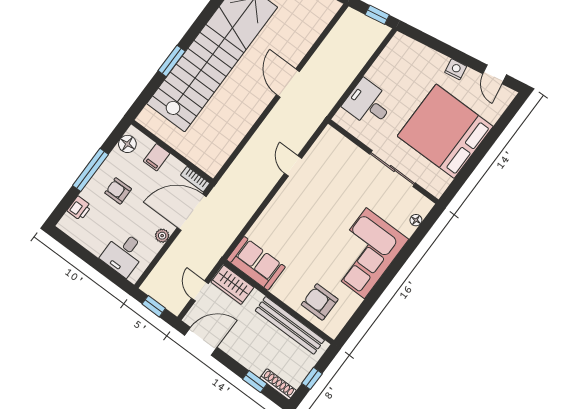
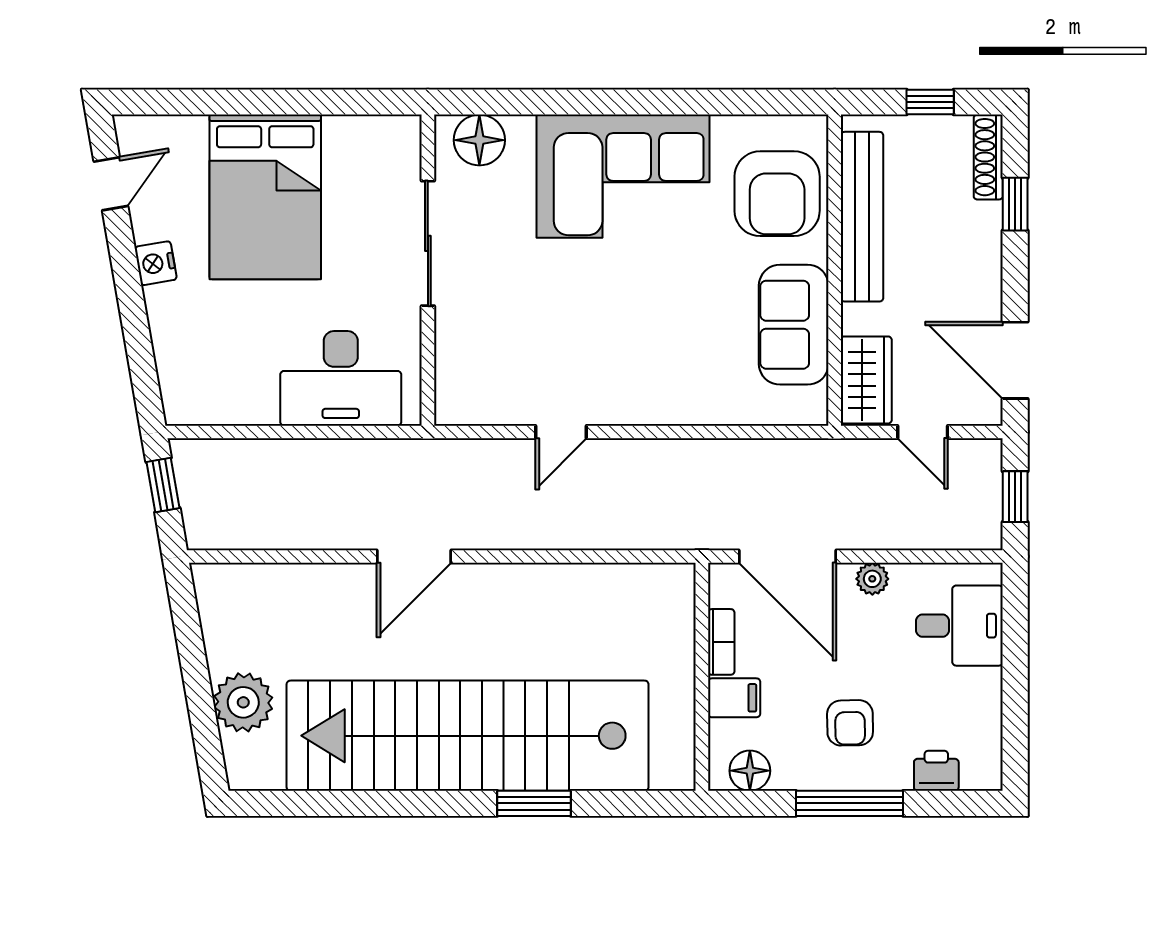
desk: (368, 104) -> (341, 378), width x1.37
bed: (445, 131) -> (265, 197), width x0.73
bookcase: (195, 179) -> (721, 642), moved
floor lamp: (416, 220) -> (479, 140), width x1.89, depth x1.89
sofa: (256, 263) -> (794, 325), moved
door: (200, 291) -> (923, 432), hinge flipped
armchair: (320, 302) -> (777, 194), width x1.36, depth x1.36

